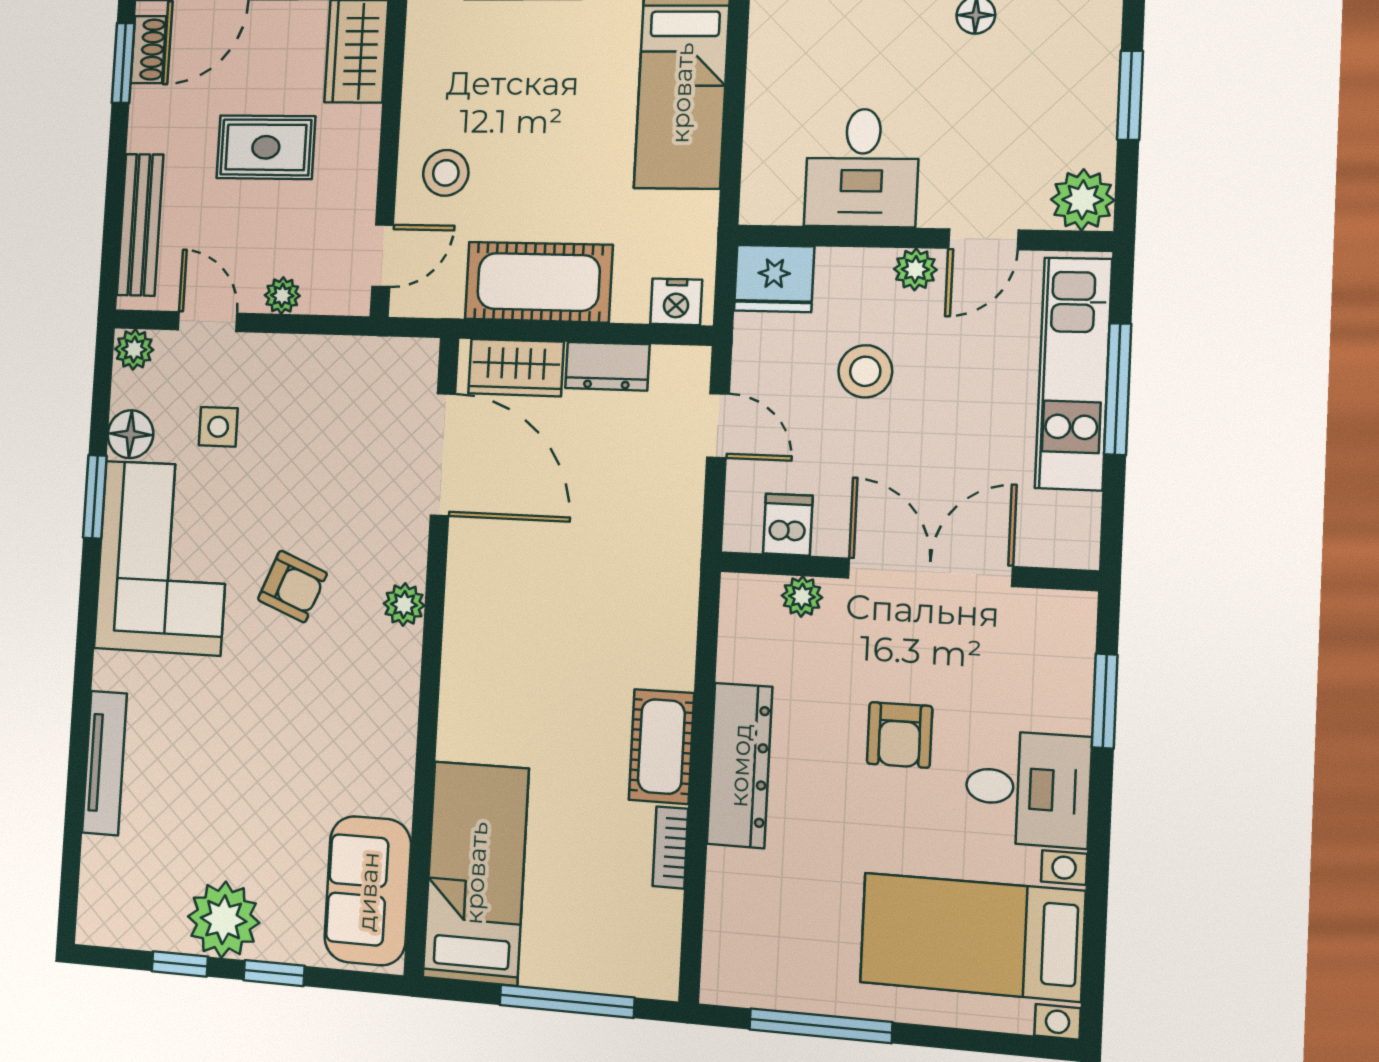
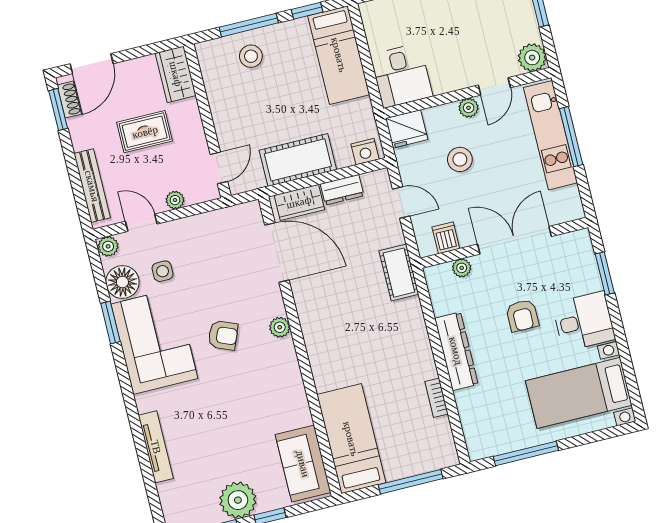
desk: (862, 168) -> (401, 76), moved
stool: (446, 173) -> (251, 56), moved
floor lamp: (130, 434) -> (122, 282), width x1.38, depth x1.38
cot: (661, 747) -> (399, 273), moved

